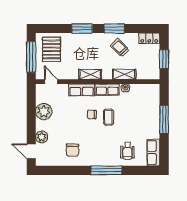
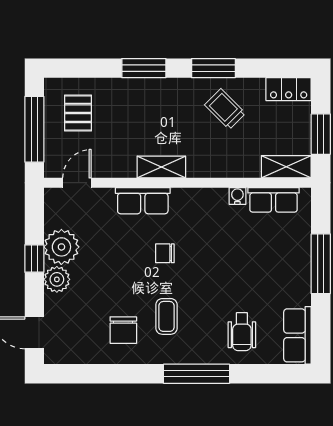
pallet: (51, 49) -> (78, 113), width x0.67, depth x0.71
shelving: (124, 74) -> (286, 167), moved
door: (51, 82) -> (77, 183), hinge flipped
row of seats: (107, 90) -> (274, 200), moved
window: (31, 117) -> (34, 259), added
coffee table: (108, 117) -> (167, 316), moved
plant: (42, 137) -> (57, 279), moved

